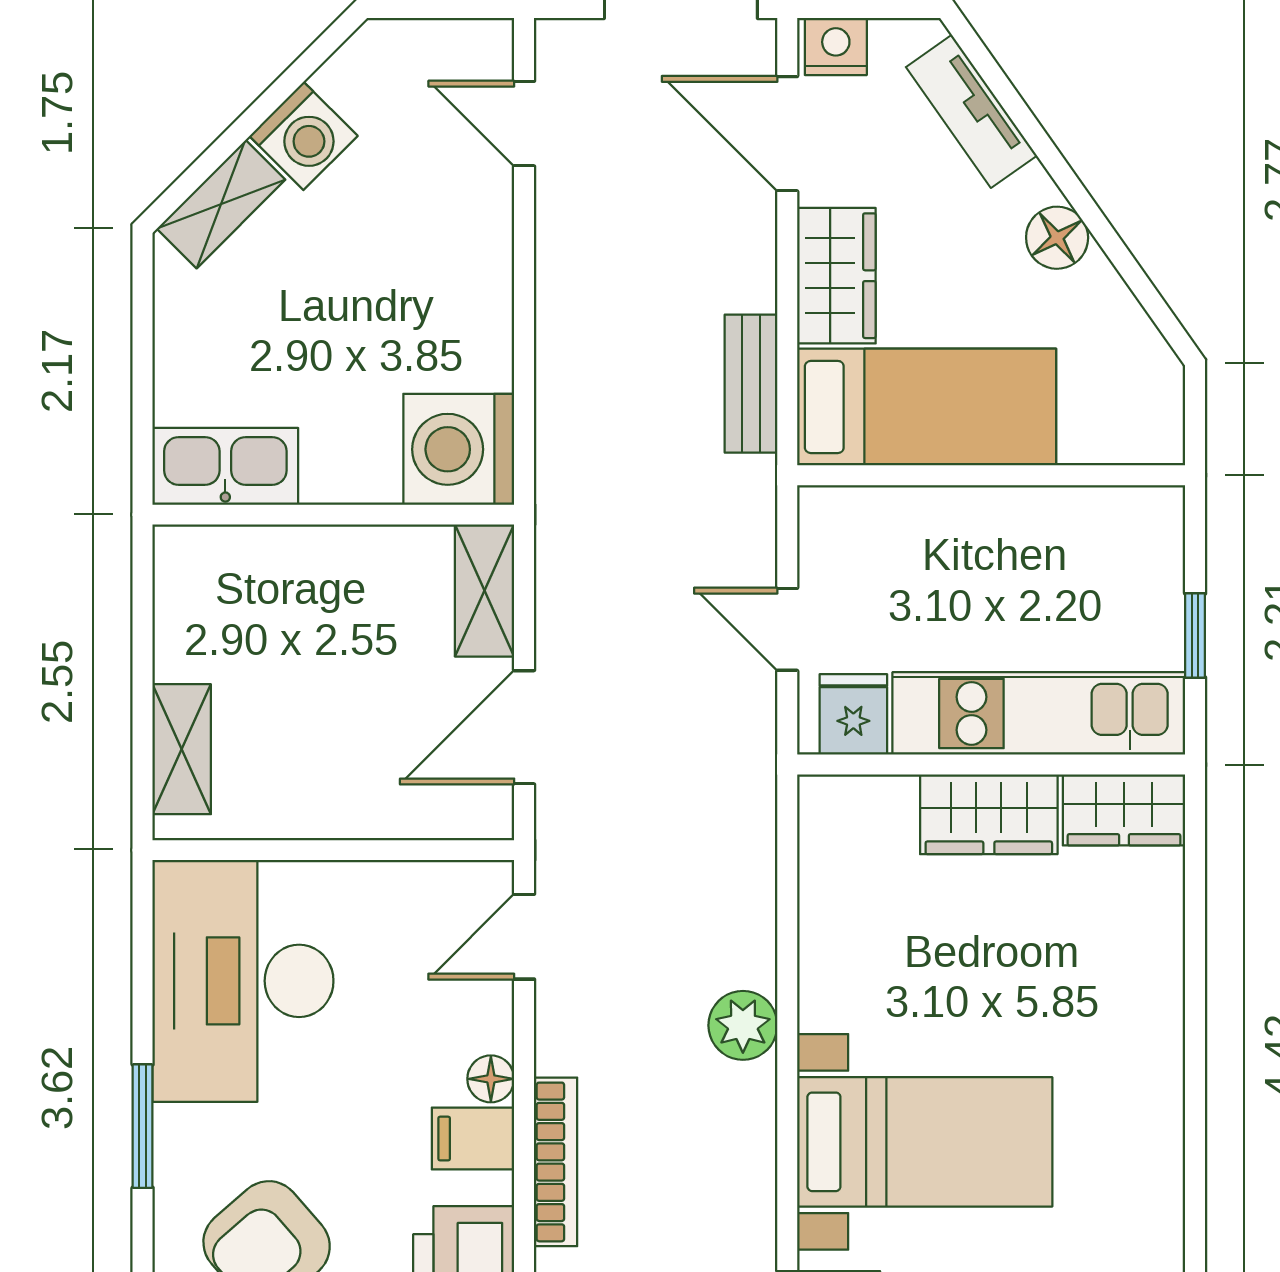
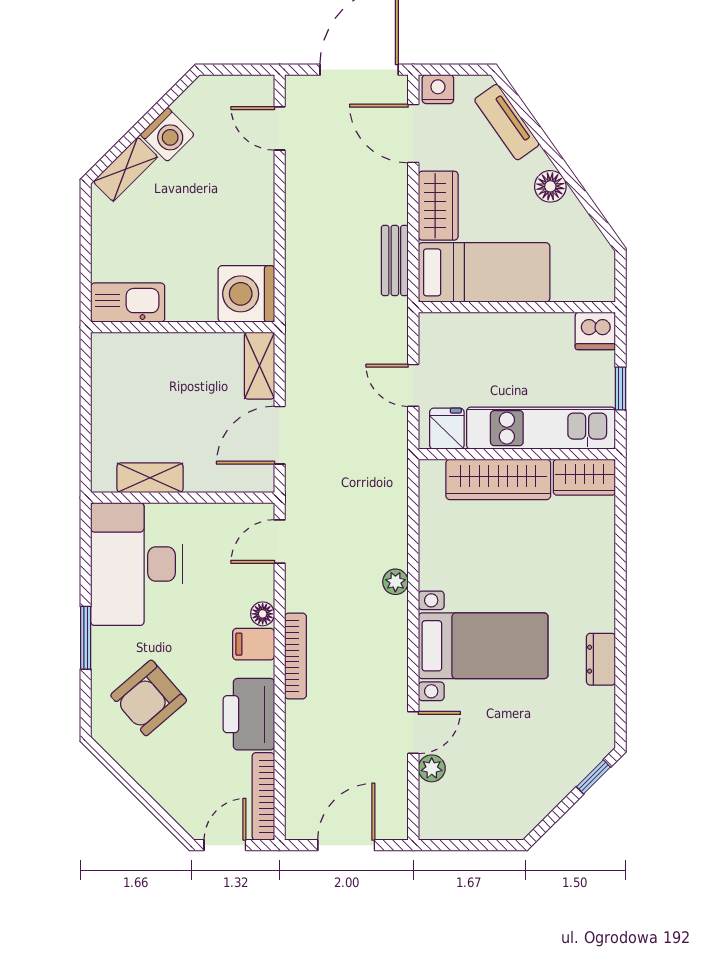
dishwasher: (1146, 522) -> (595, 331), added
shelving: (182, 749) -> (150, 478), moved, turned 90
wardrobe: (989, 814) -> (498, 479), width x1.50
plant: (743, 1025) -> (395, 582), width x0.73, depth x0.73
dresser: (1157, 1168) -> (601, 659), added

